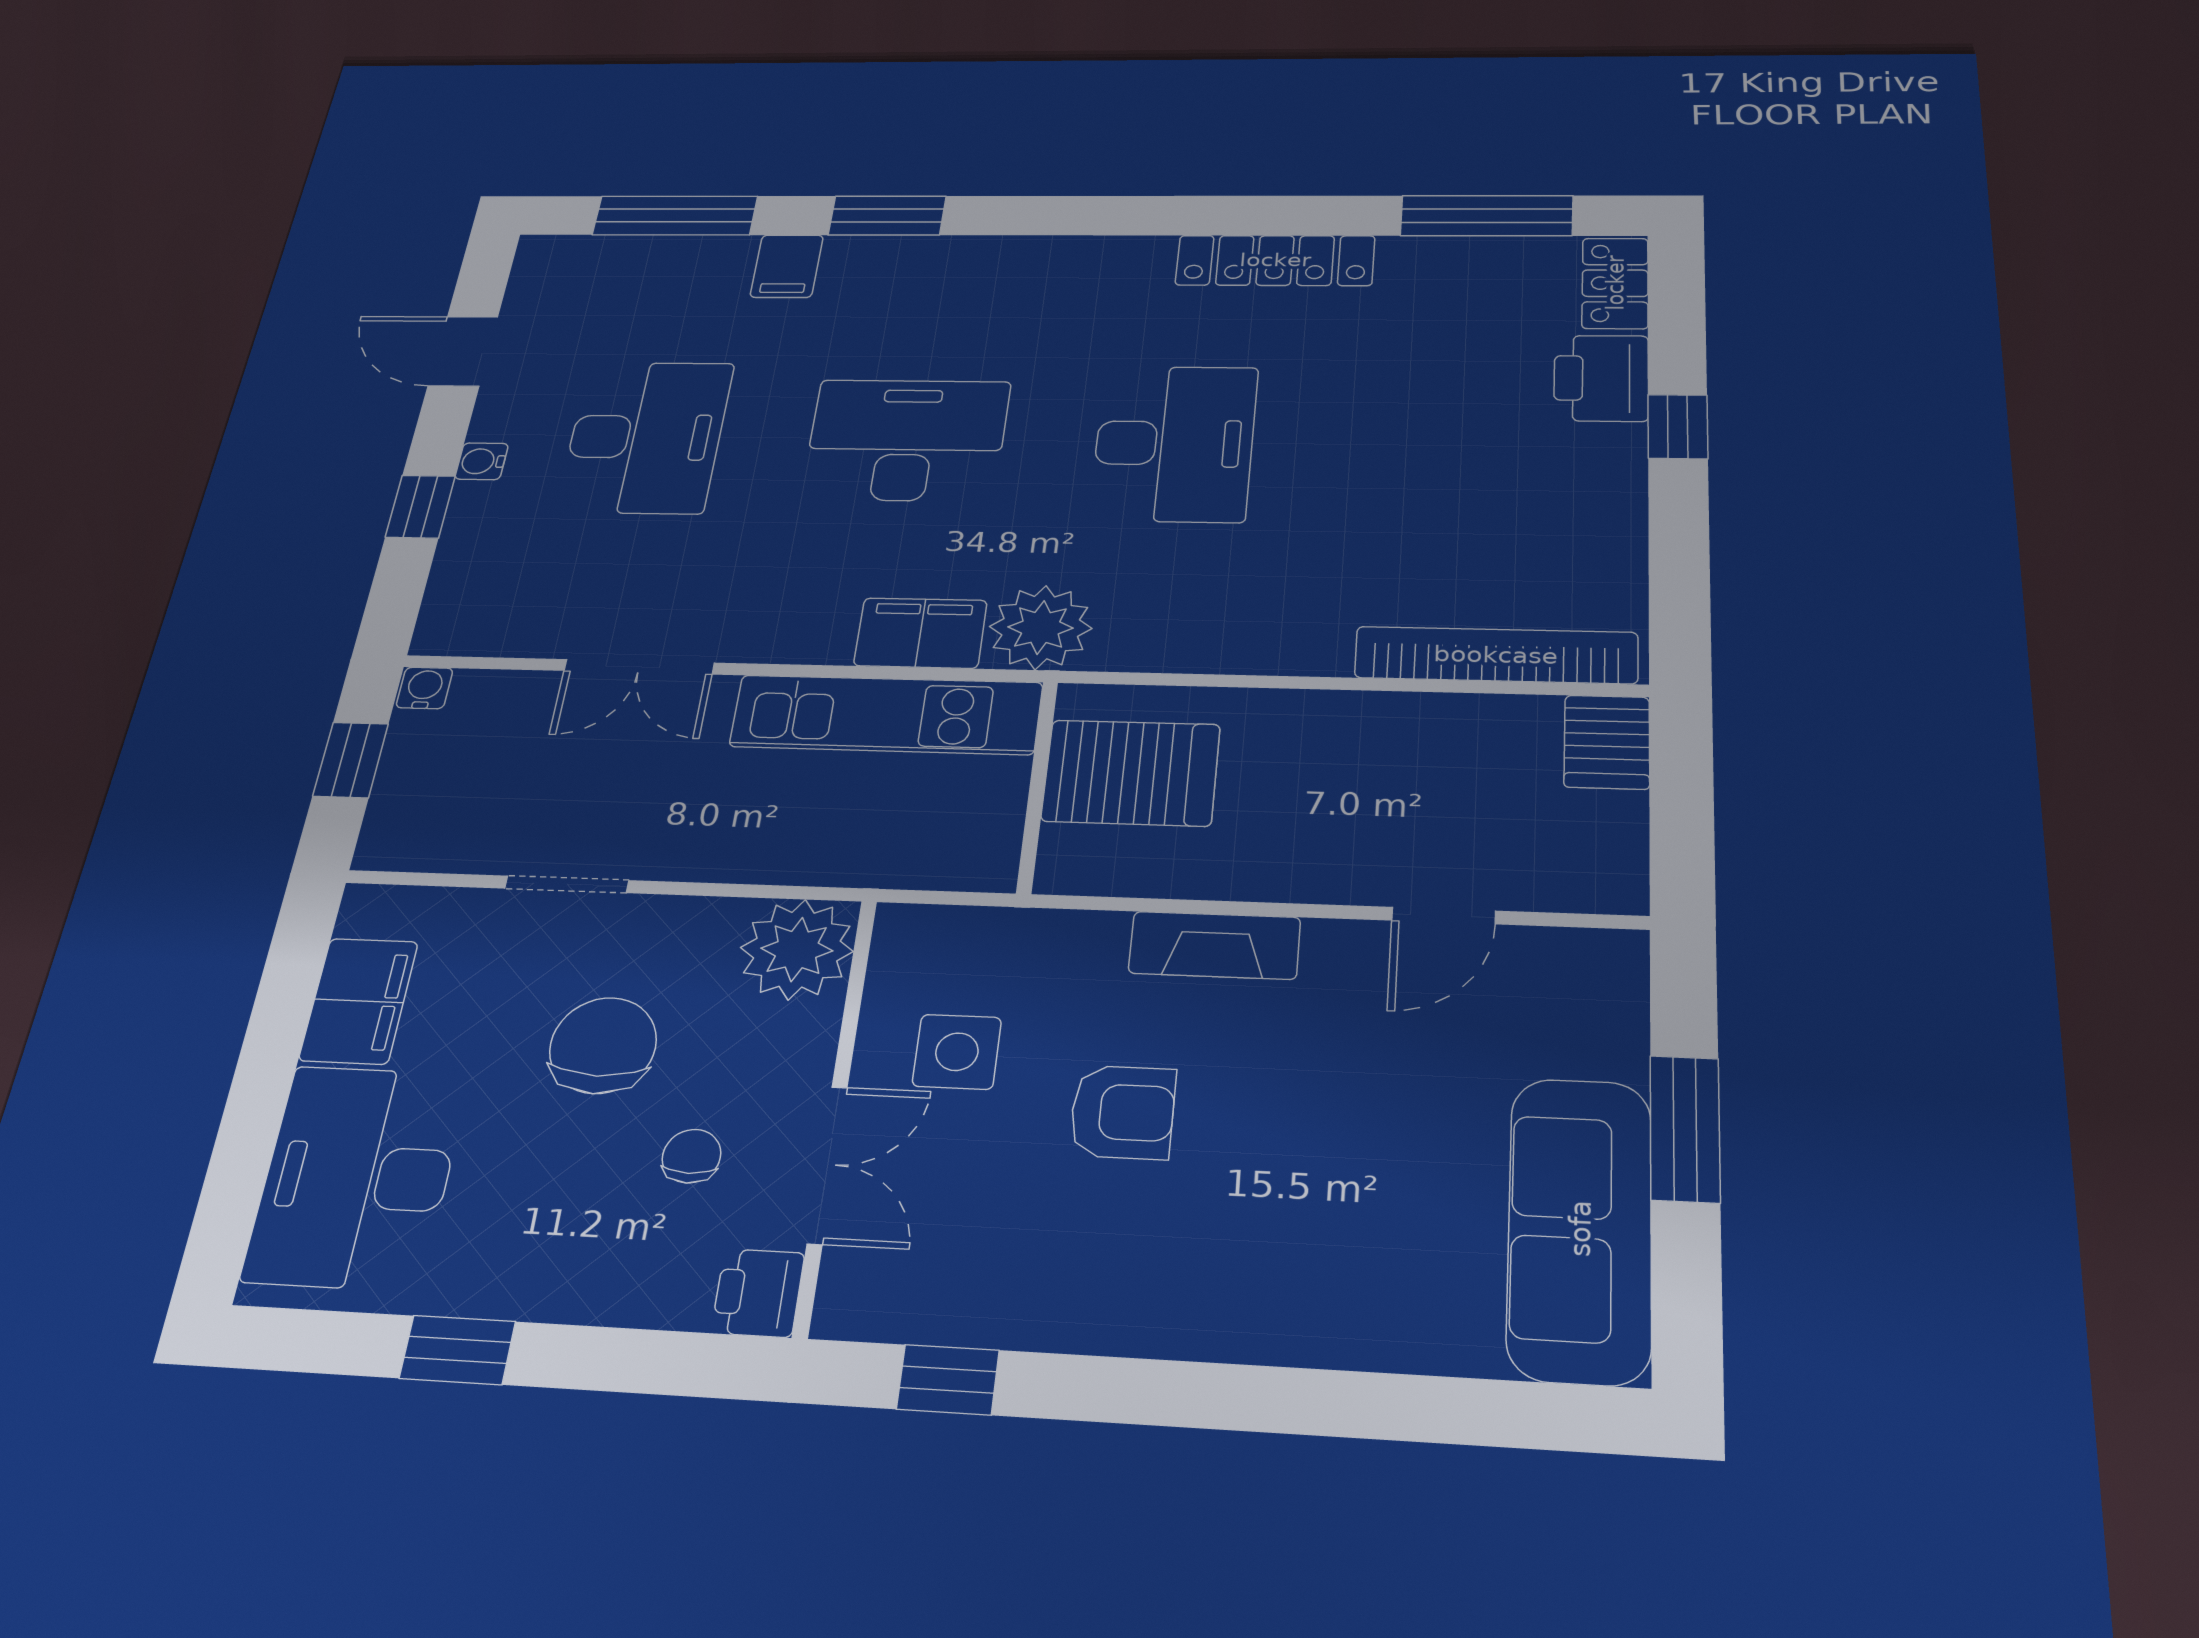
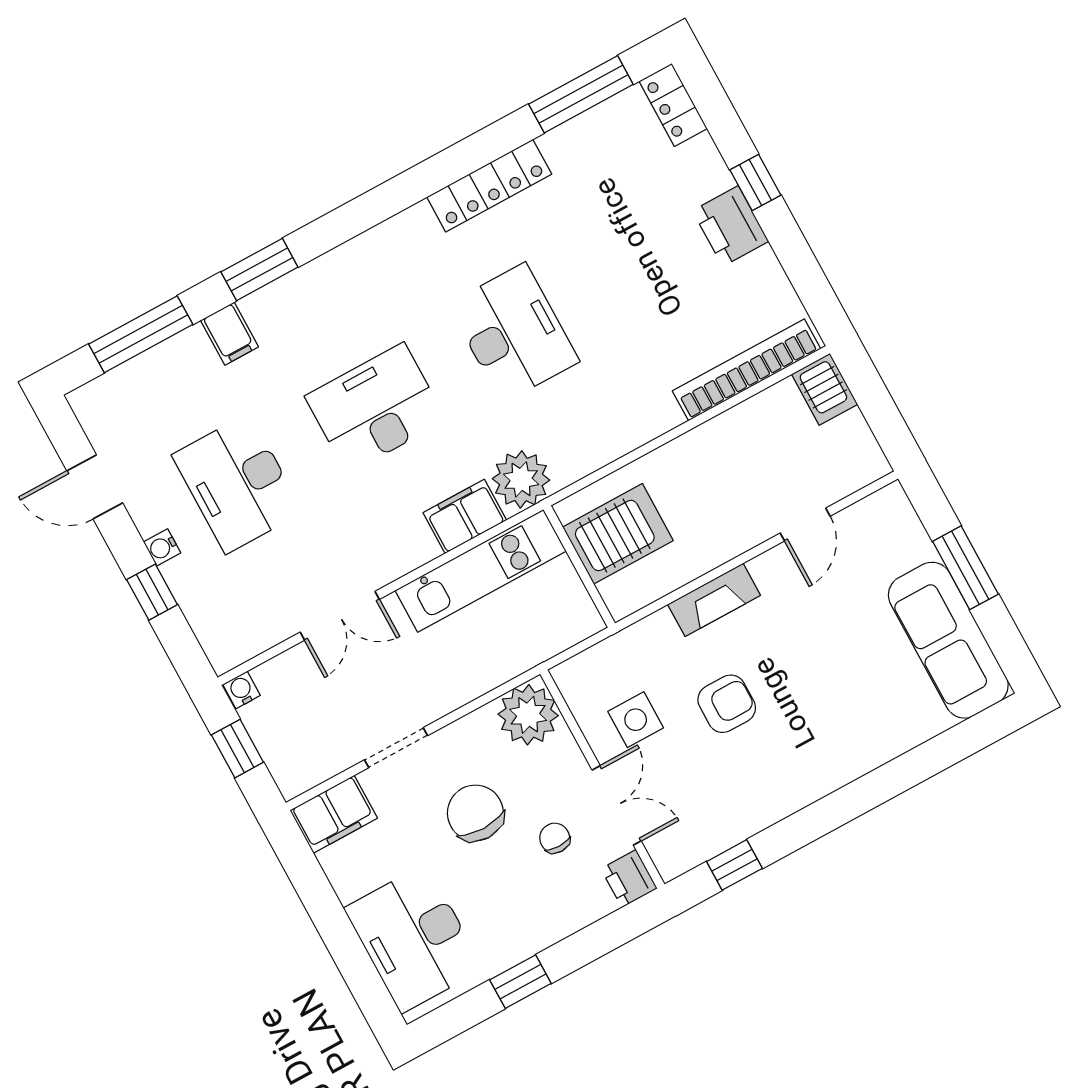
printer: (1601, 378) -> (730, 226), moved
desk: (646, 437) -> (238, 483), turned 180
filing cabinet: (359, 1001) -> (334, 814), moved, turned 90

